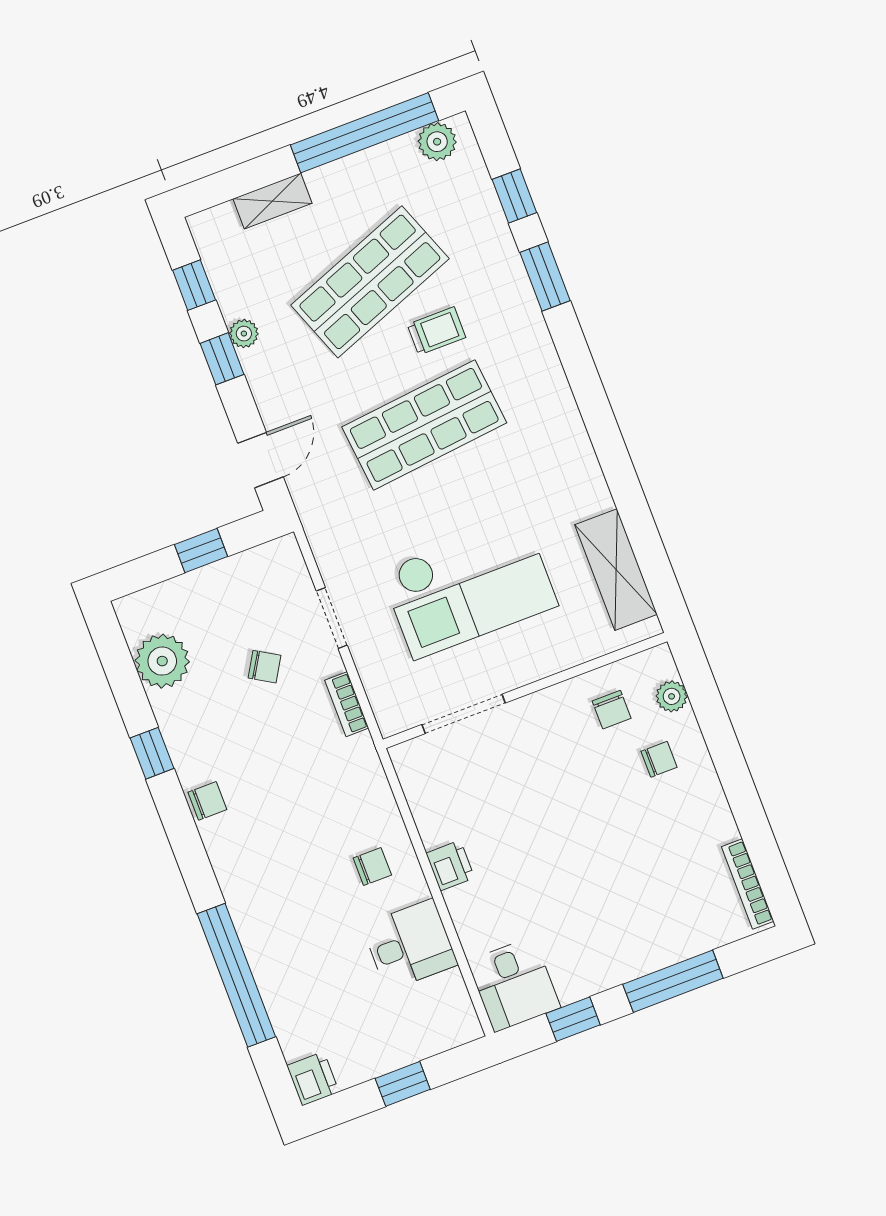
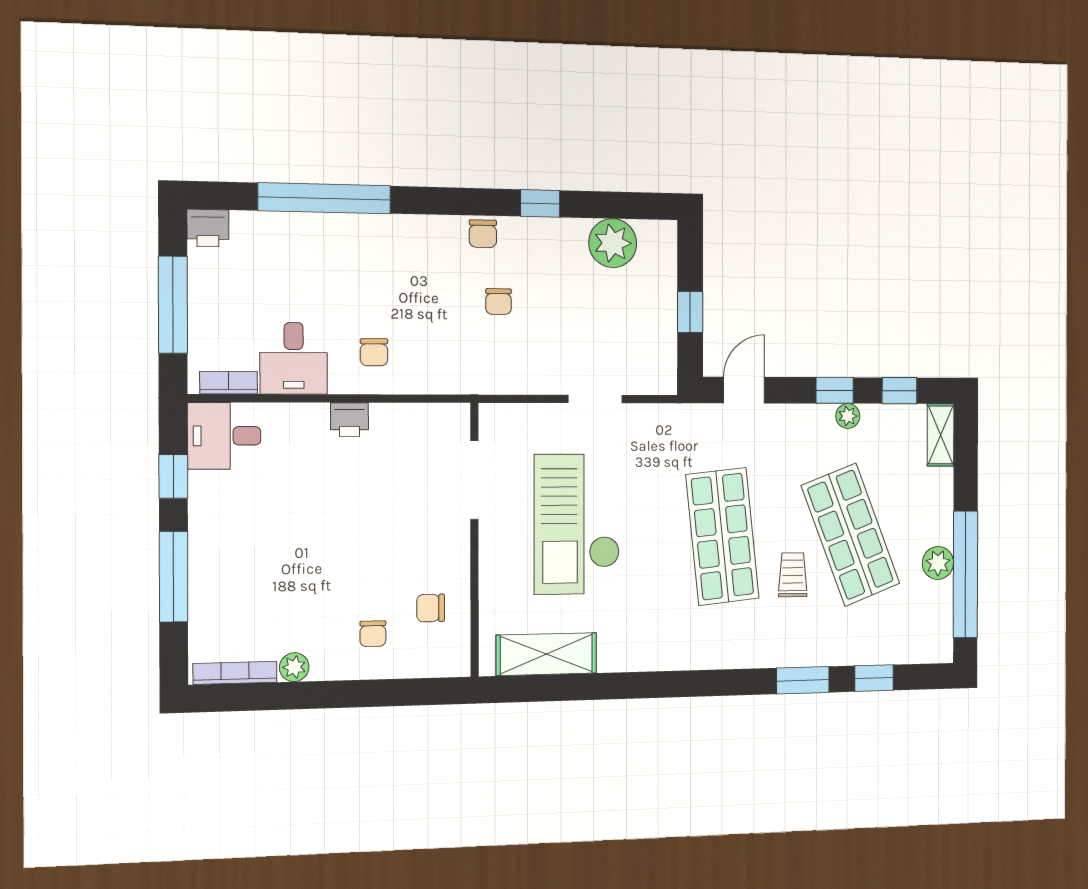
plant: (437, 142) -> (938, 563), moved
shelving: (272, 201) -> (941, 435), moved
trolley: (436, 331) -> (793, 575), turned 180
door: (261, 460) -> (744, 390), swing flipped
chair: (264, 667) -> (499, 302), moved, turned -31
plant: (672, 696) -> (294, 667), moved
bookcase: (347, 704) -> (229, 383), moved
window: (403, 1084) -> (173, 305), width x2.17

